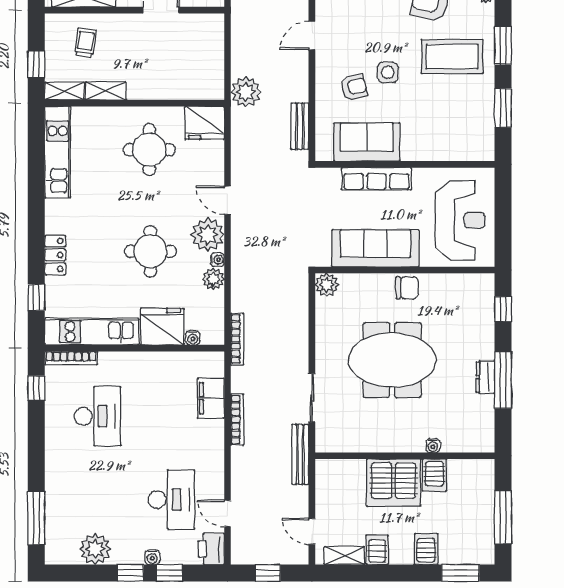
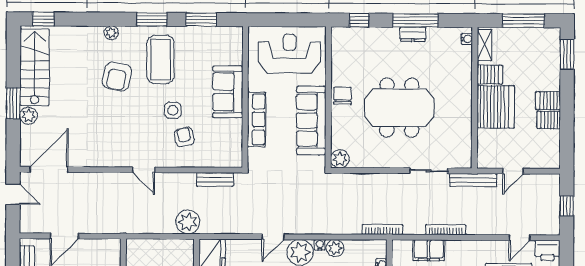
sofa: (367, 142) -> (228, 92), moved
meeting table: (392, 360) -> (399, 108), turned 90
water cooler: (433, 446) -> (467, 39), moved
door: (312, 531) -> (513, 171), moved
server rack: (426, 549) -> (548, 101), moved
shelving: (344, 556) -> (484, 45), moved

